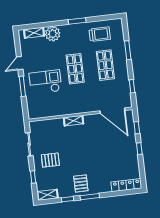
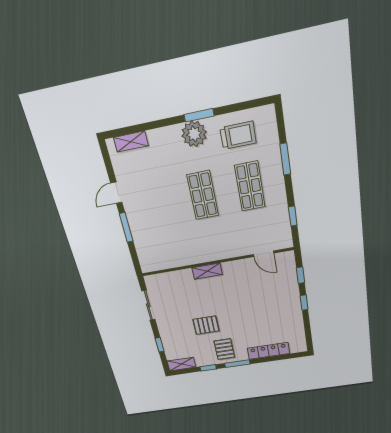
plant: (53, 34) -> (194, 134), moved
checkout: (45, 82) -> (160, 219), removed
door: (112, 111) -> (264, 254), width x0.53
pallet: (50, 160) -> (206, 325), moved
locker: (126, 185) -> (268, 351), moved

